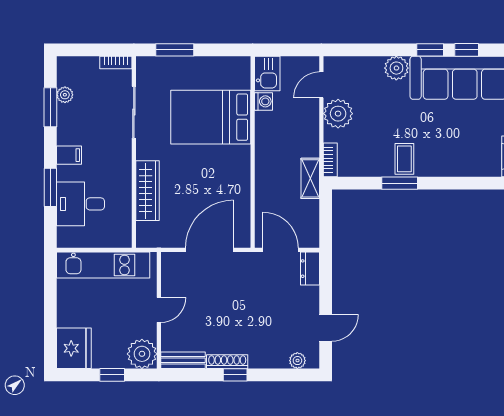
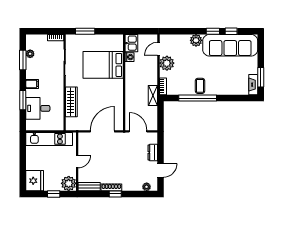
window: (400, 183) -> (198, 98), width x2.11
dresser: (310, 269) -> (153, 153), moved

